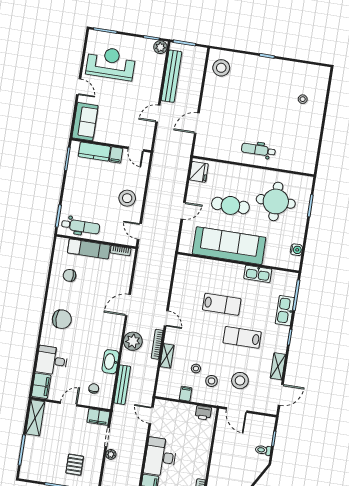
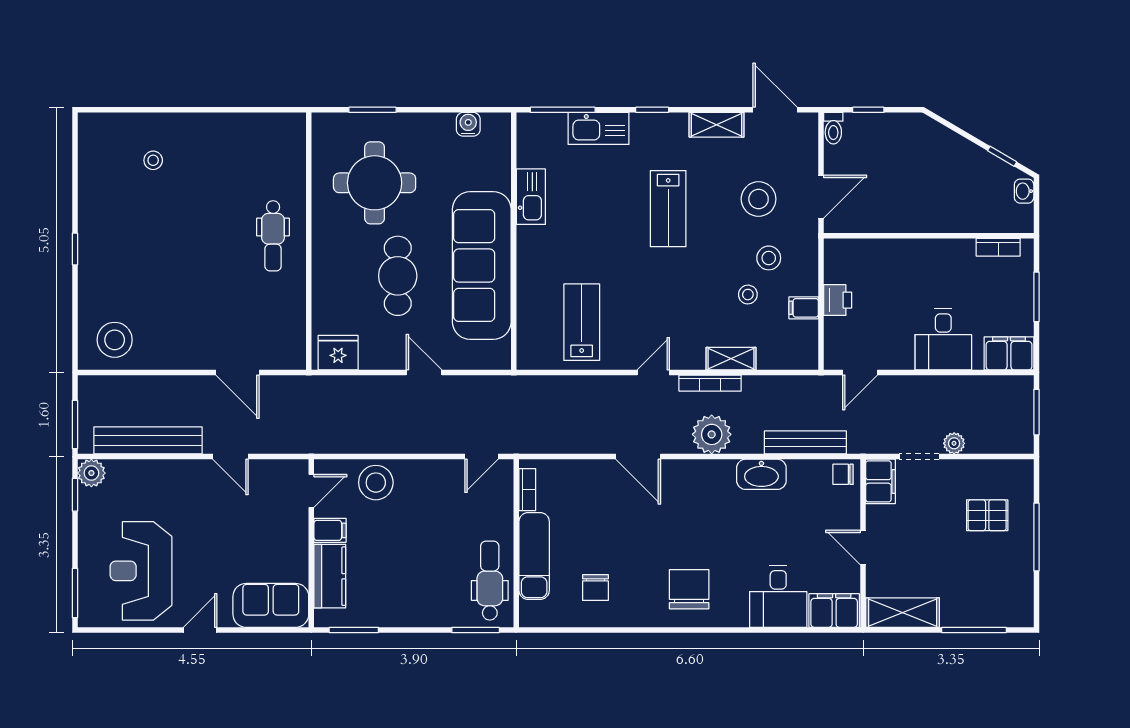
stool: (127, 198) -> (376, 483), moved
lab bench: (222, 304) -> (582, 322), moved
chair: (94, 388) -> (843, 474), moved
printer: (203, 413) -> (838, 300), moved
toilet: (263, 450) -> (833, 128), moved
desk: (160, 457) -> (943, 339), width x0.73

